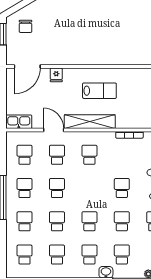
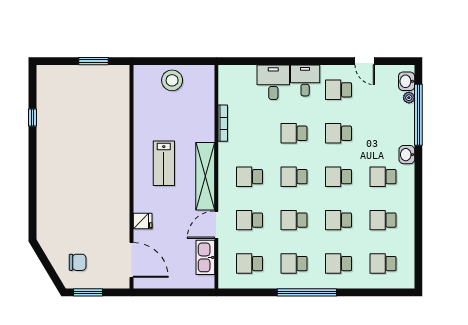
lab bench: (99, 91) -> (164, 163), turned 180
kitchen sink: (19, 122) -> (205, 257), moved
school desk: (122, 255) -> (294, 177), moved

